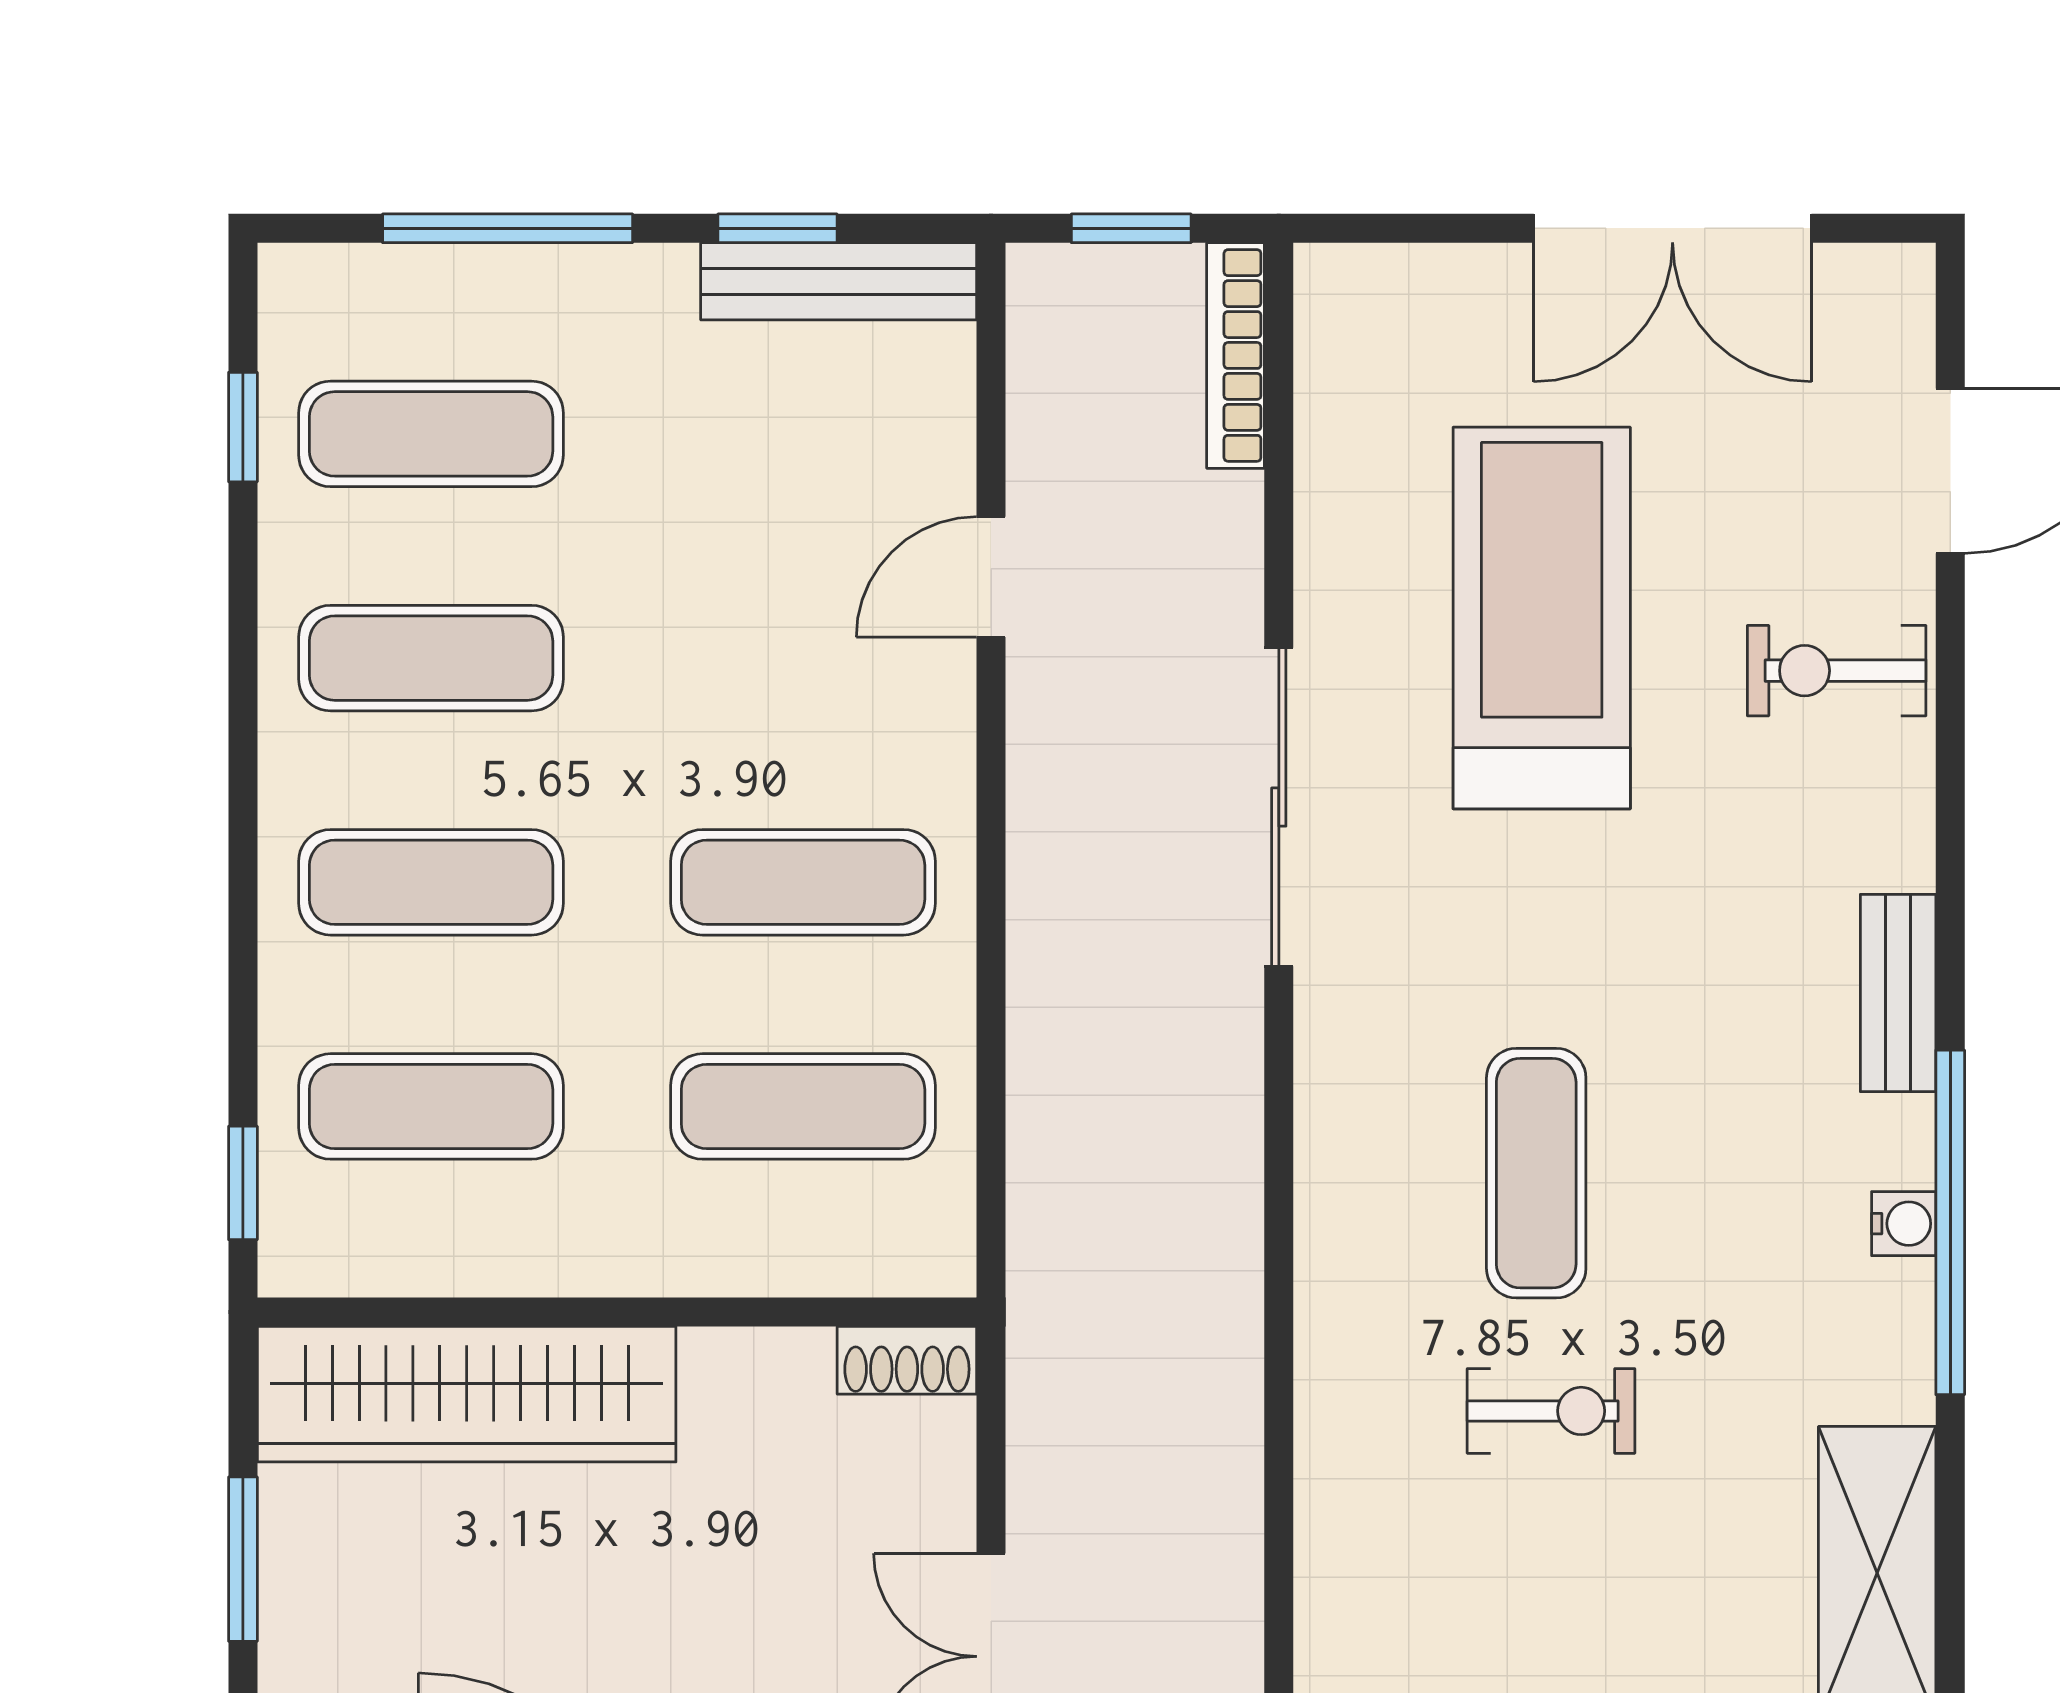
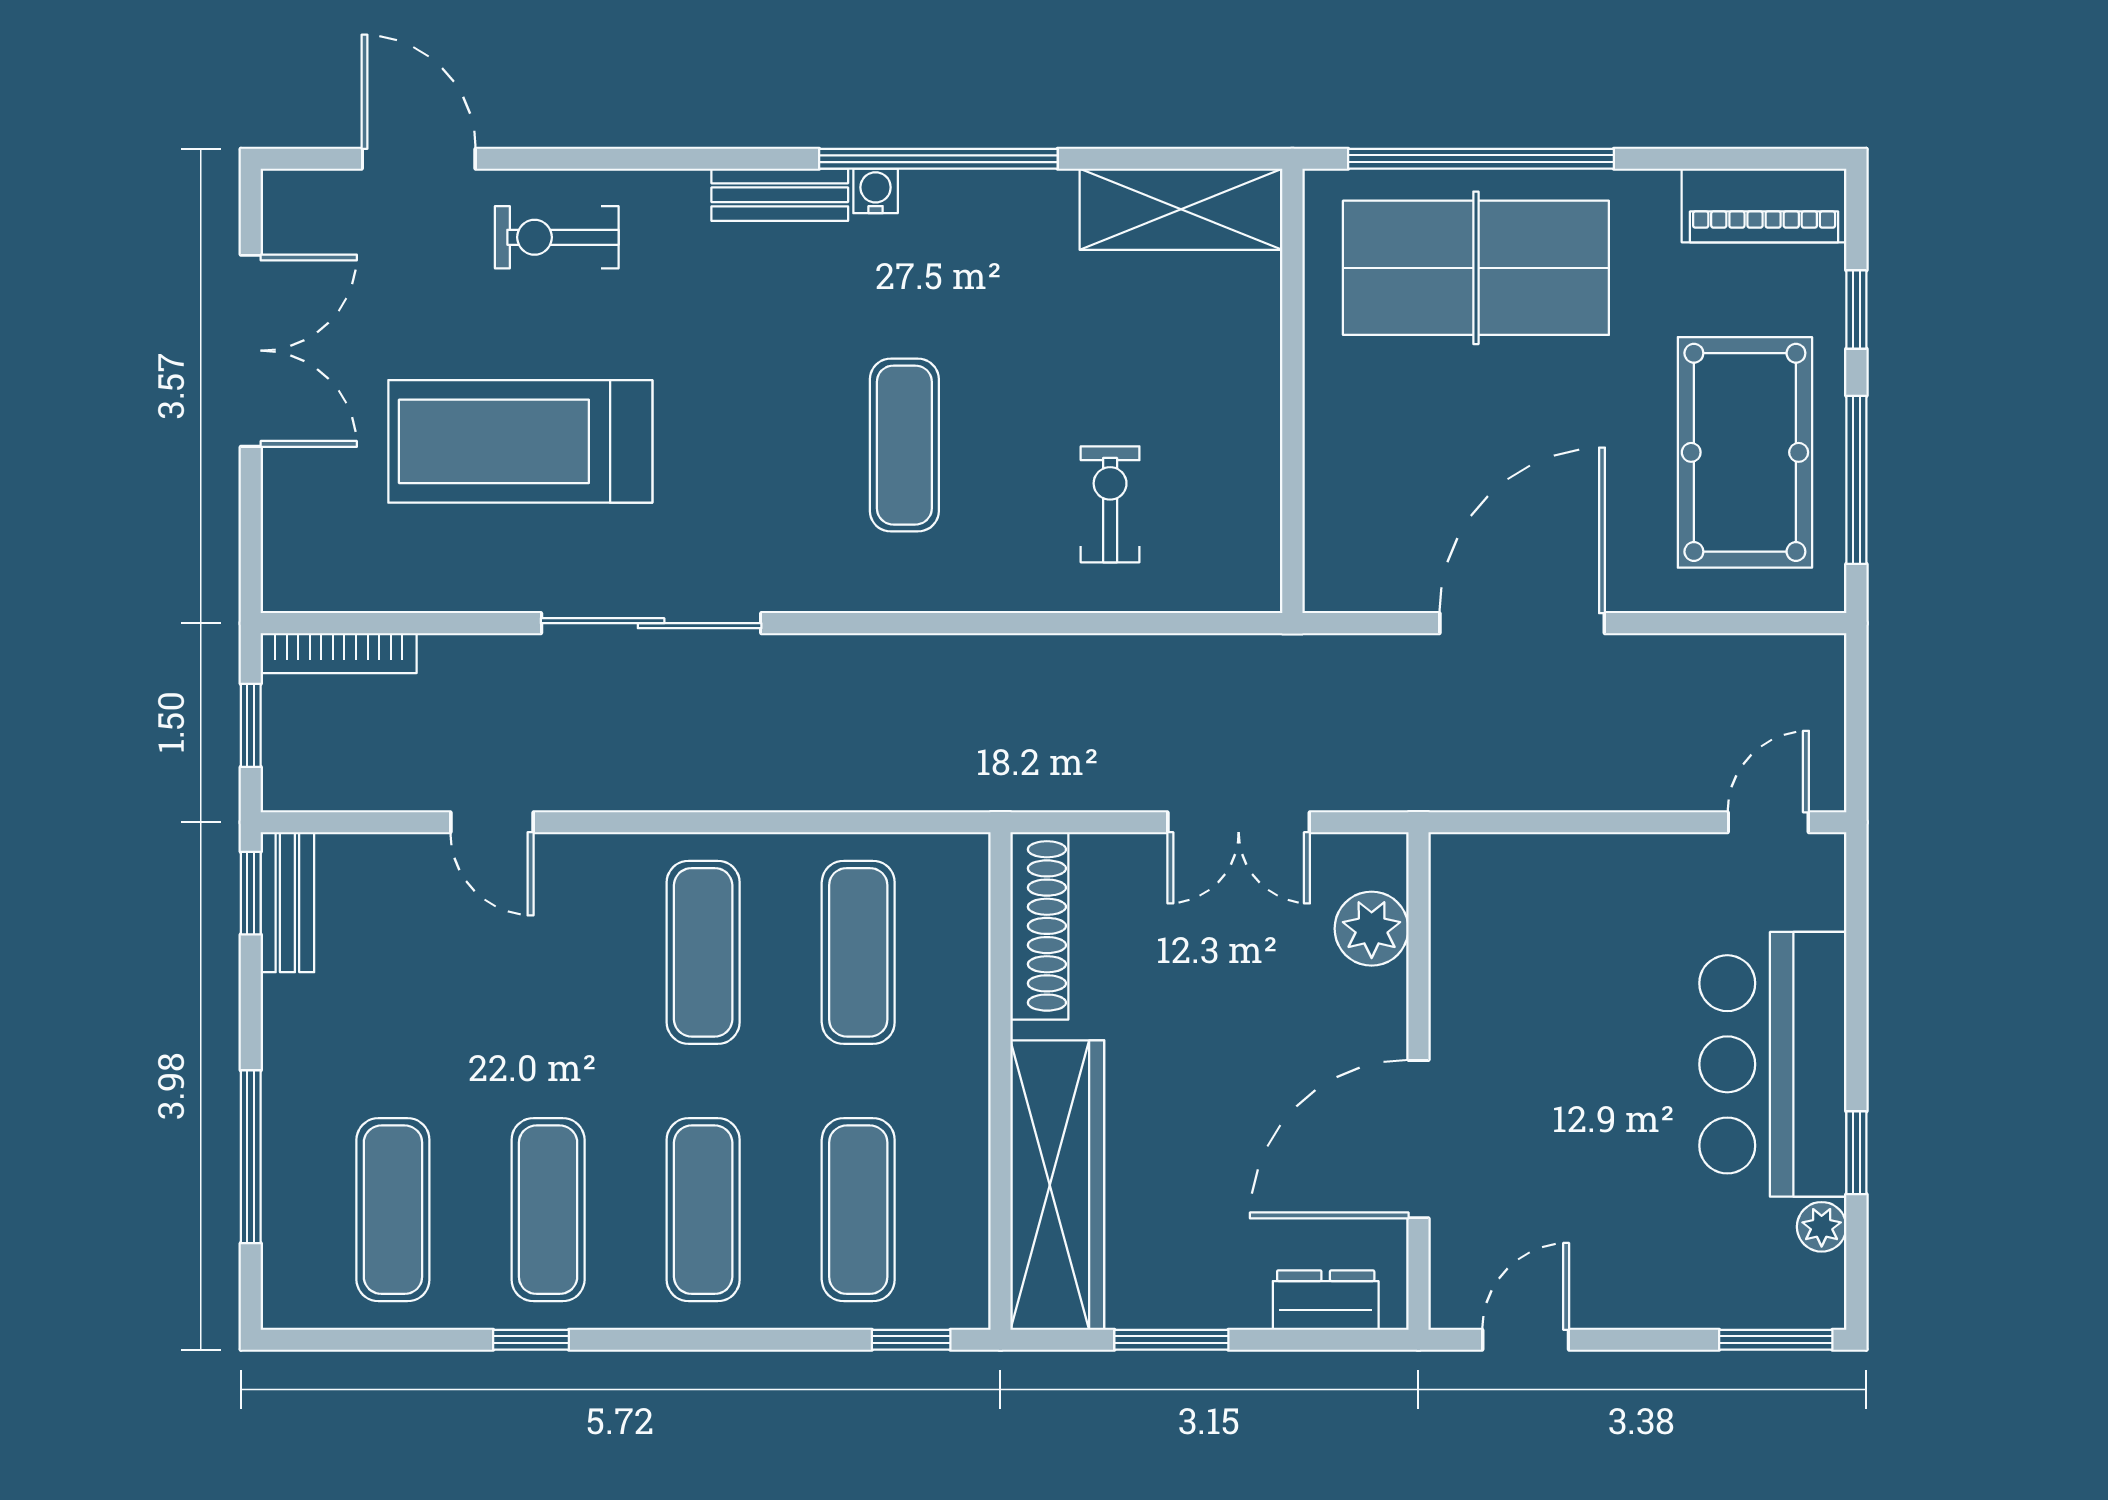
window: (777, 228) -> (251, 893), moved
bench: (839, 281) -> (287, 902), width x0.73
window: (243, 427) -> (531, 1340), moved
exercise bike: (1837, 671) -> (557, 237), turned 90
exercise mat: (1536, 1173) -> (904, 445), turned 90
water cooler: (1904, 1224) -> (876, 191), moved
shoe rack: (907, 1360) -> (1039, 926), width x1.94, depth x1.24
exercise bike: (1551, 1411) -> (1110, 504), moved

